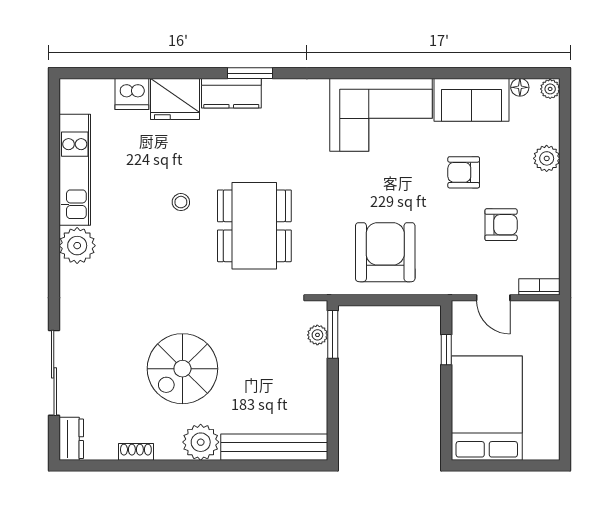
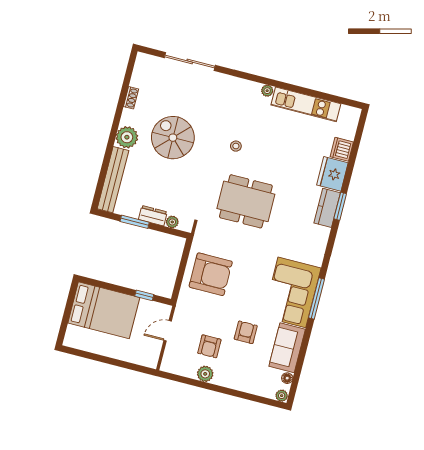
window: (250, 73) -> (340, 206), moved
window: (381, 73) -> (316, 299), added
plant: (547, 158) -> (205, 374), moved
stool: (181, 202) -> (236, 146), moved
plant: (77, 246) -> (267, 91), width x0.53, depth x0.53
bookcase: (539, 287) -> (167, 360), removed
window: (333, 334) -> (135, 222), moved
dresser: (71, 439) -> (153, 216), moved, turned 180

